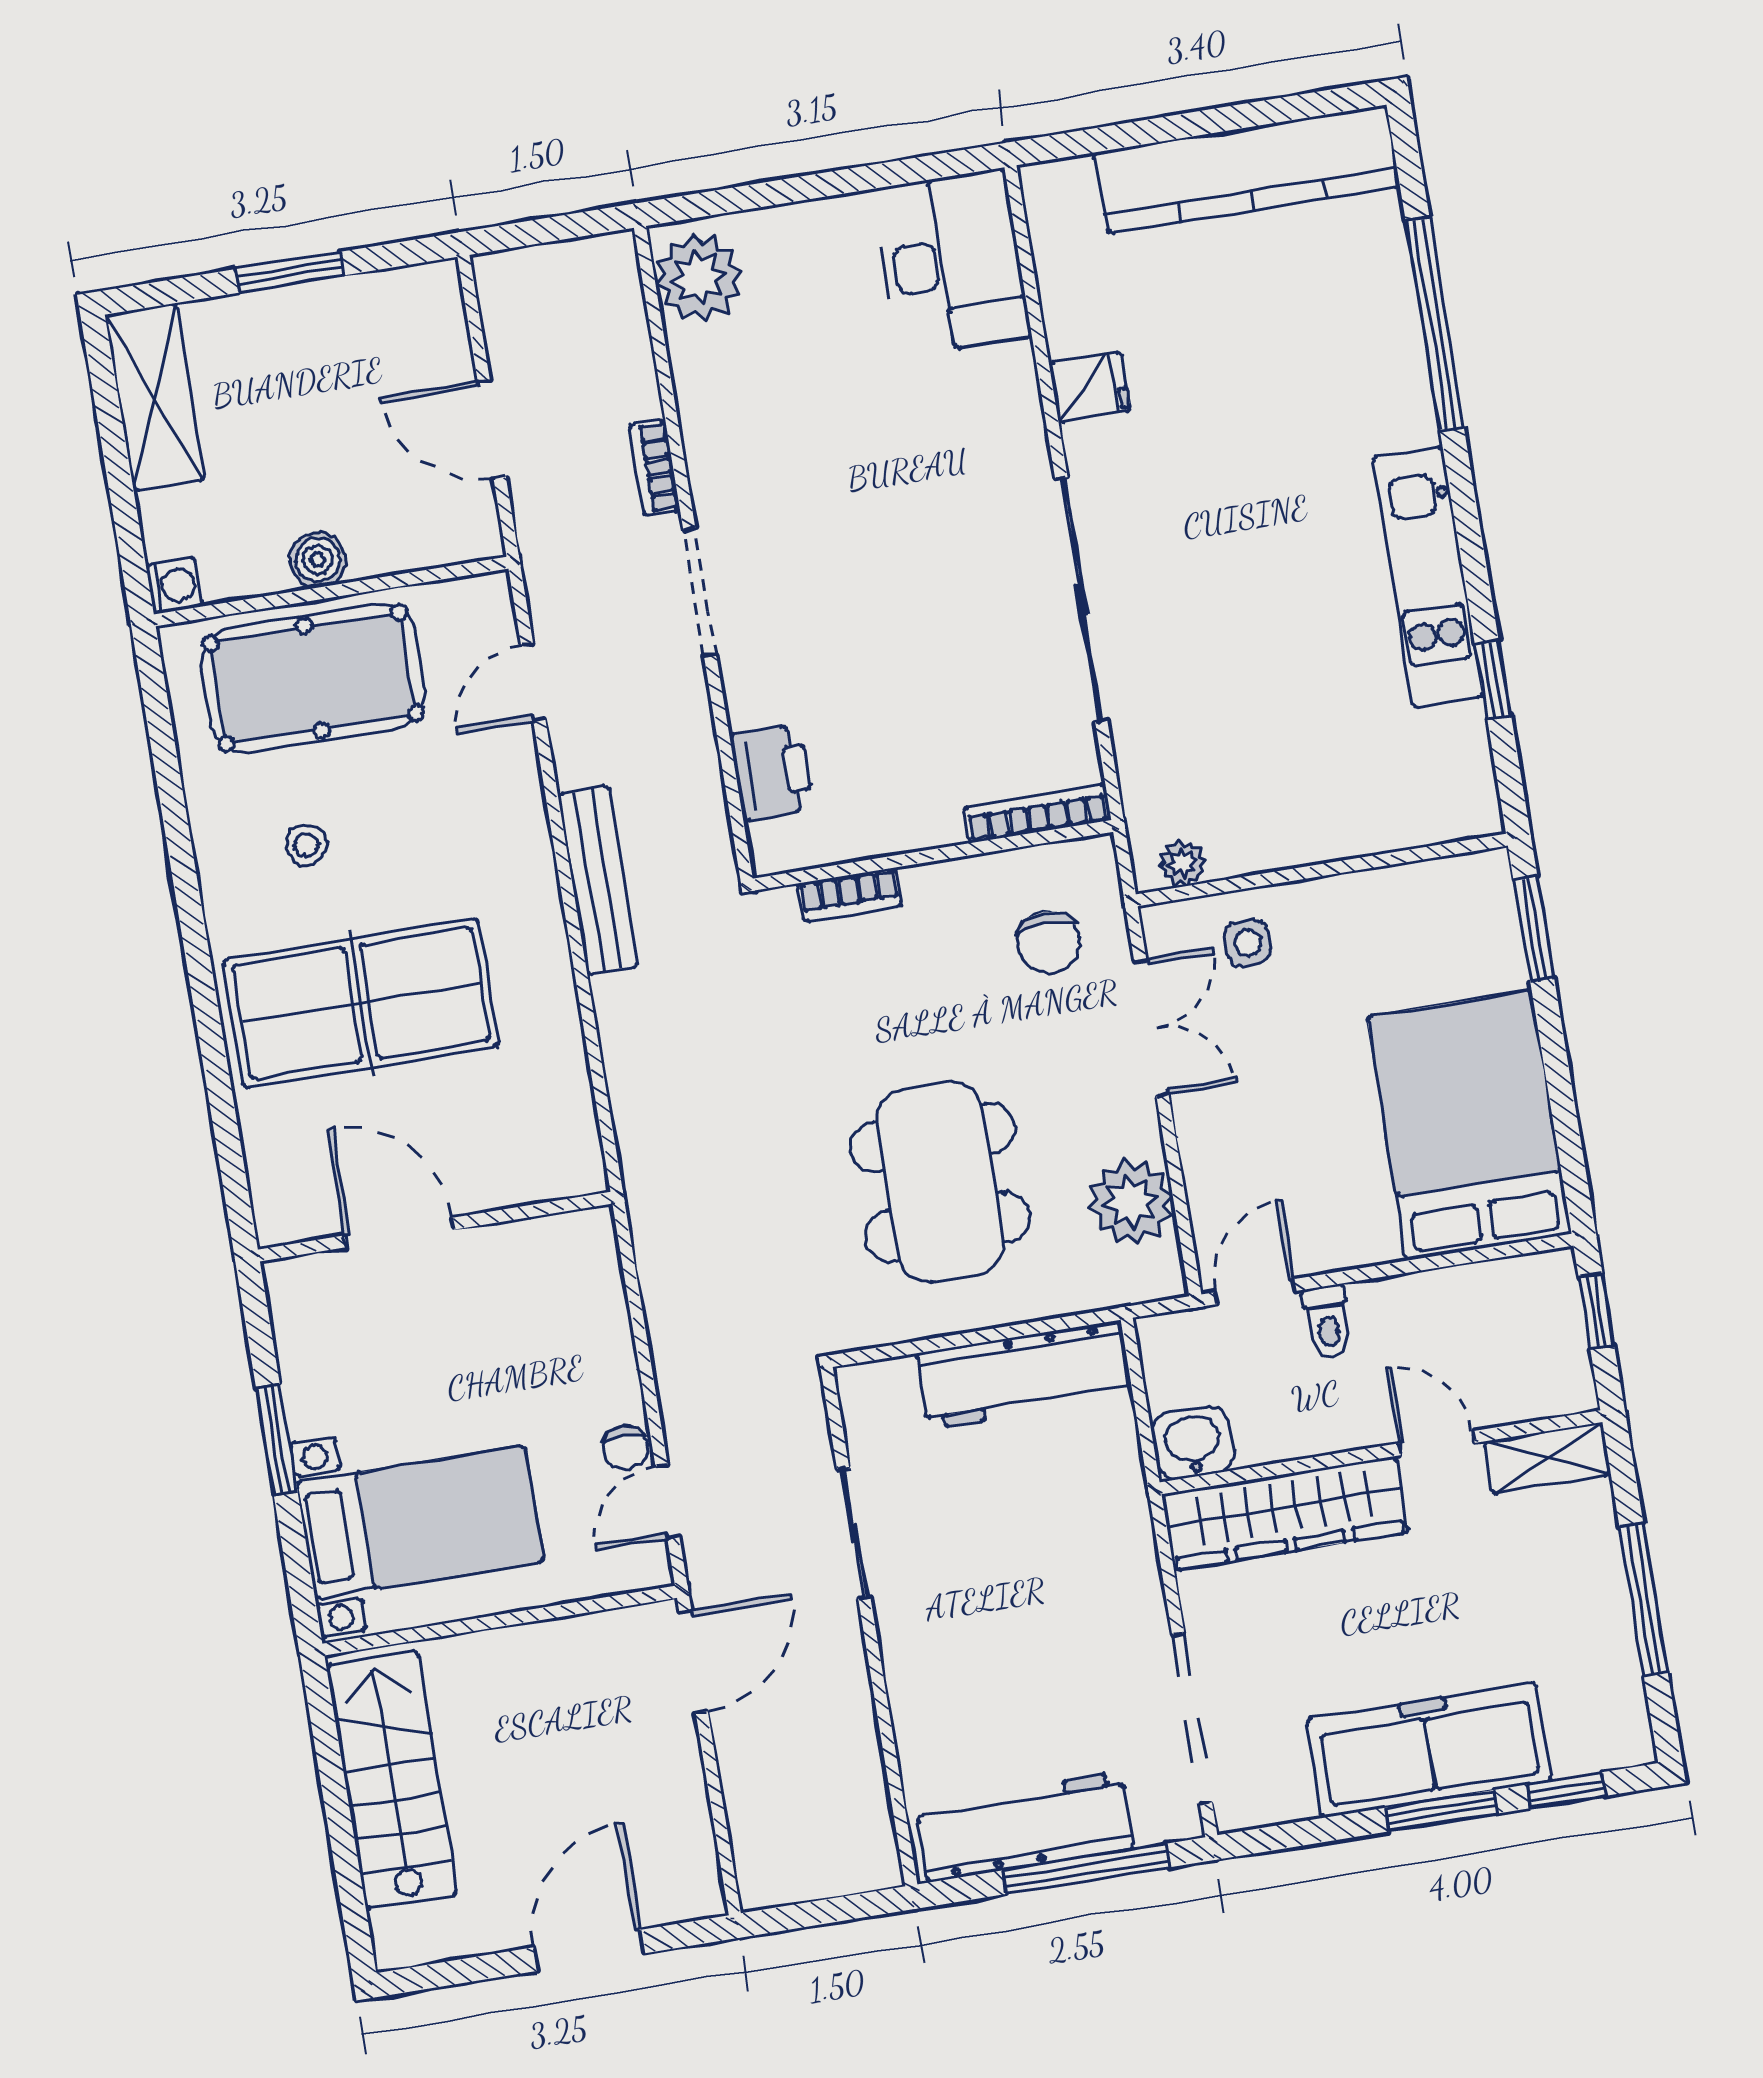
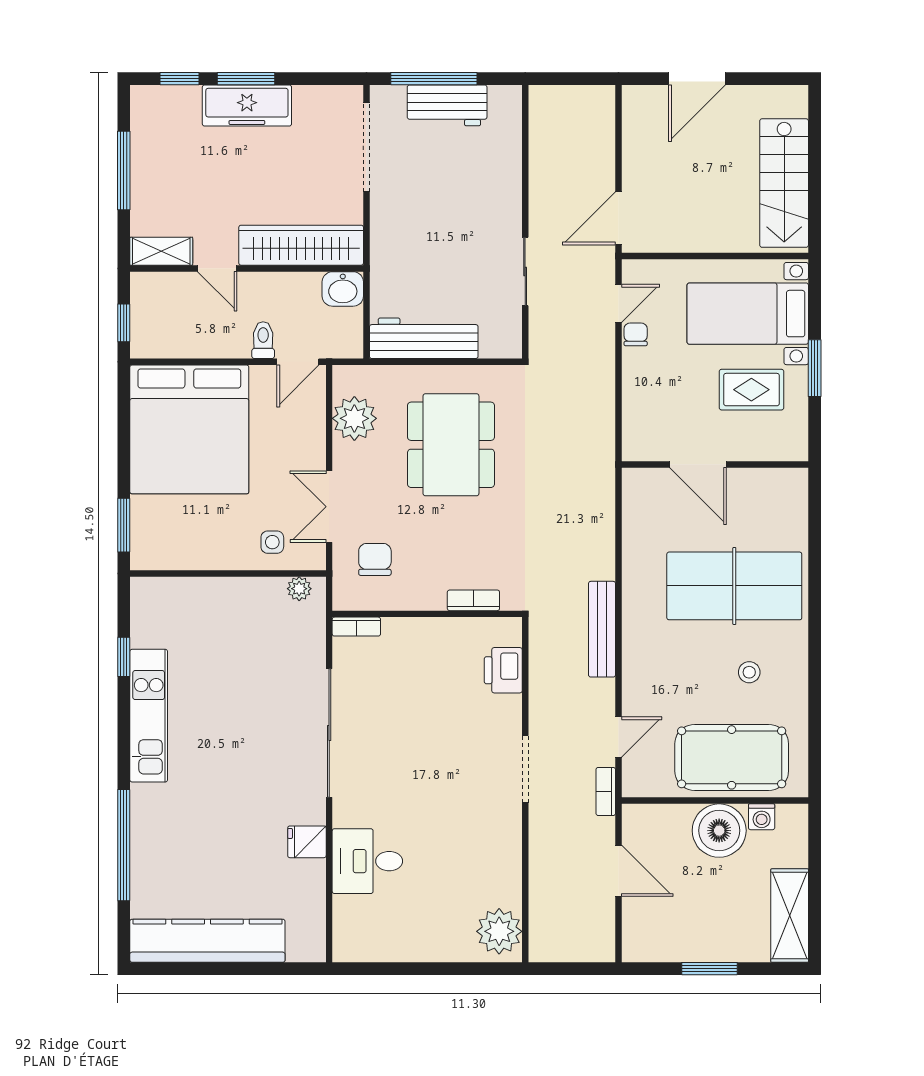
desk: (952, 263) -> (367, 861), moved, width x0.73
bookcase: (654, 468) -> (606, 791), moved, turned 180
boiler: (318, 560) -> (719, 831), width x1.86, depth x1.86
washing machine: (174, 586) -> (762, 817), moved, turned -90
bookcase: (1037, 813) -> (356, 627), width x0.64
bed: (1469, 1125) -> (189, 429), width x1.36
door: (399, 1233) -> (698, 464), moved
rug: (389, 1380) -> (751, 390), added
freezer: (1429, 1750) -> (247, 106), width x0.73, depth x0.79
workbench: (1024, 1827) -> (447, 105), width x0.73

